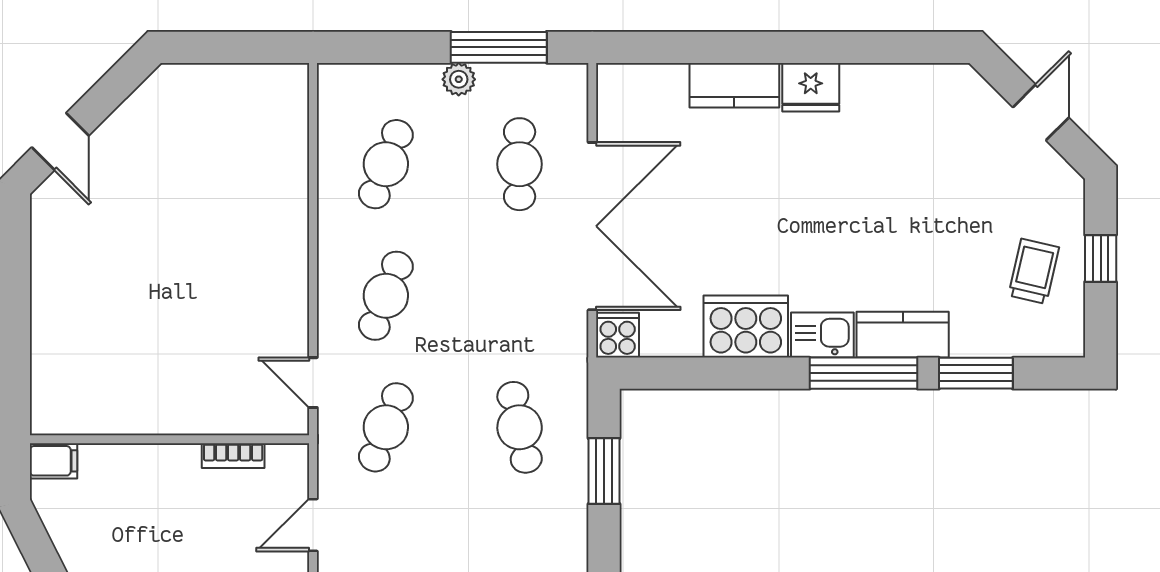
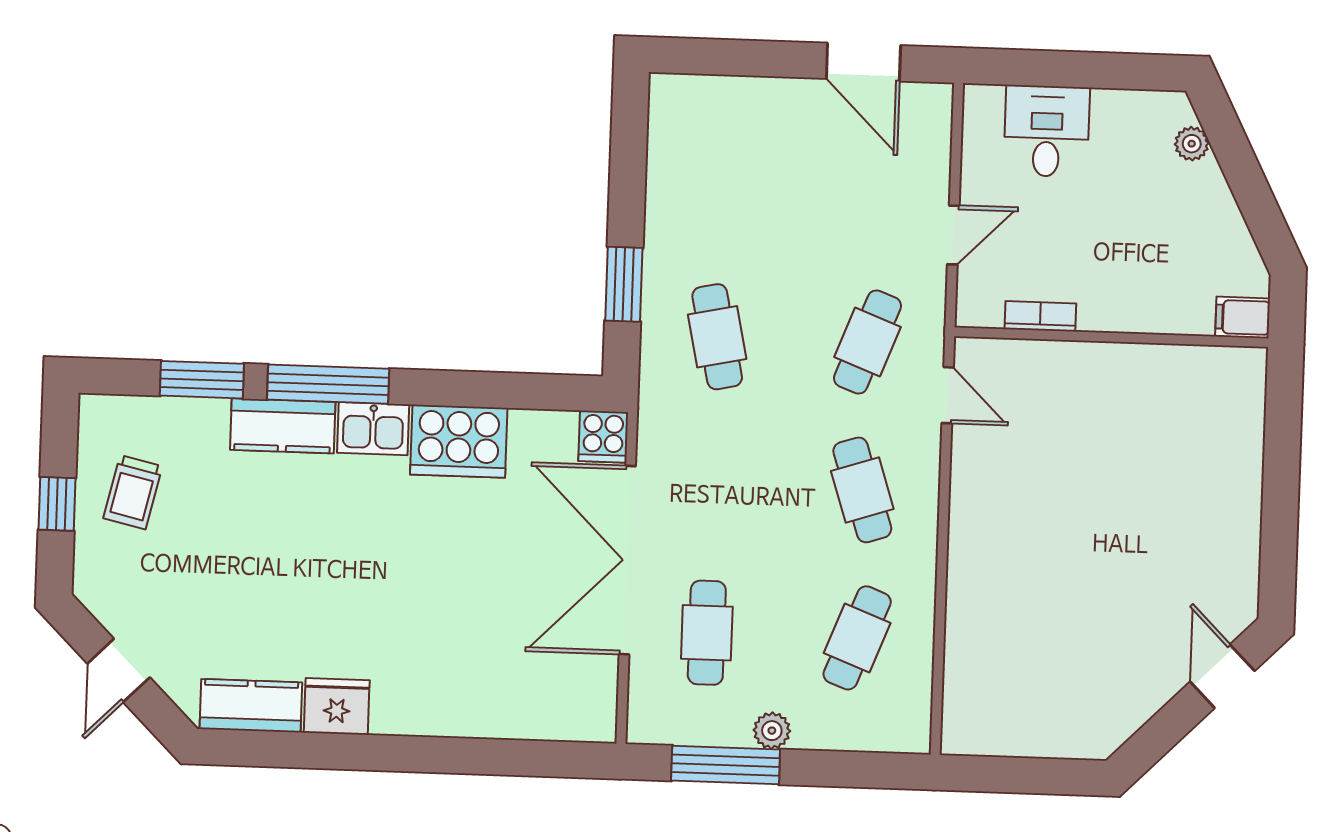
kitchen counter: (734, 85) -> (251, 706), moved
fridge: (811, 87) -> (337, 706), moved
cafe table: (386, 296) -> (862, 490), turned -39

